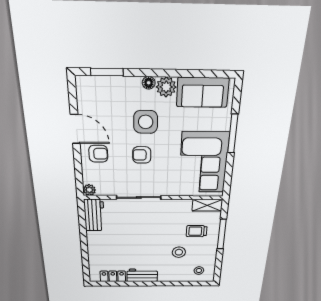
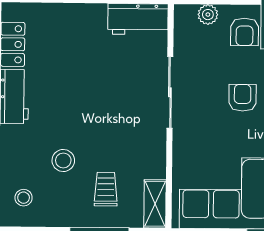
plant: (89, 190) -> (208, 15), moved

